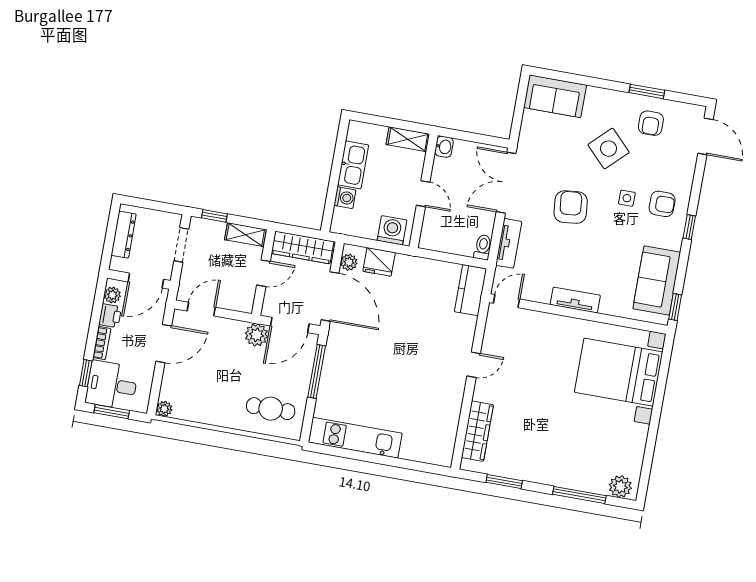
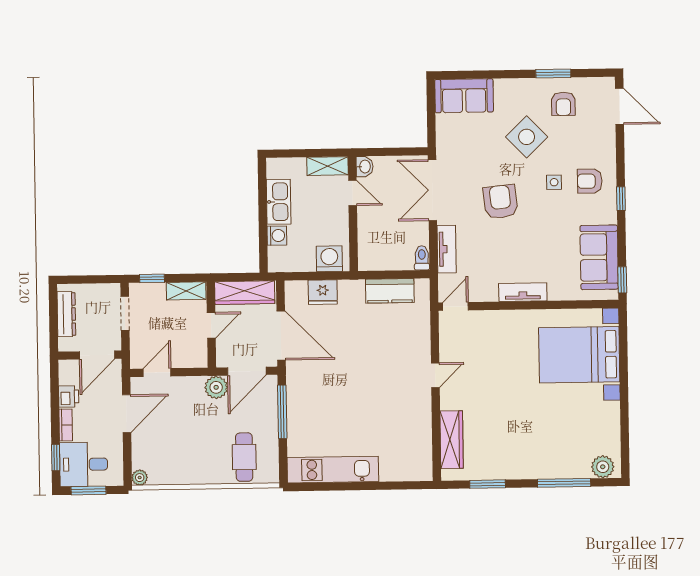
door: (423, 194) -> (353, 193), moved
armchair: (662, 204) -> (590, 181), turned 180
plant: (349, 262) -> (293, 298), removed
kitchen counter: (471, 290) -> (390, 291), moved, turned -90
plant: (112, 295) -> (67, 376), removed
cafe table: (271, 409) -> (244, 457), turned 90

